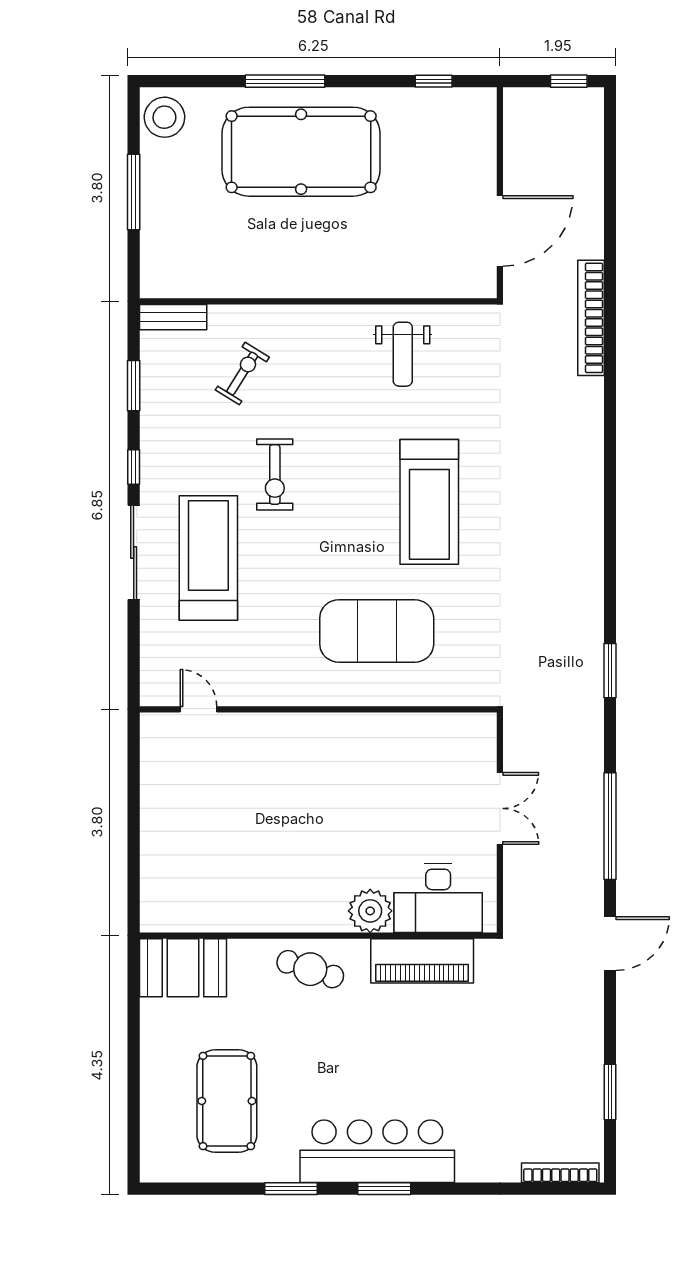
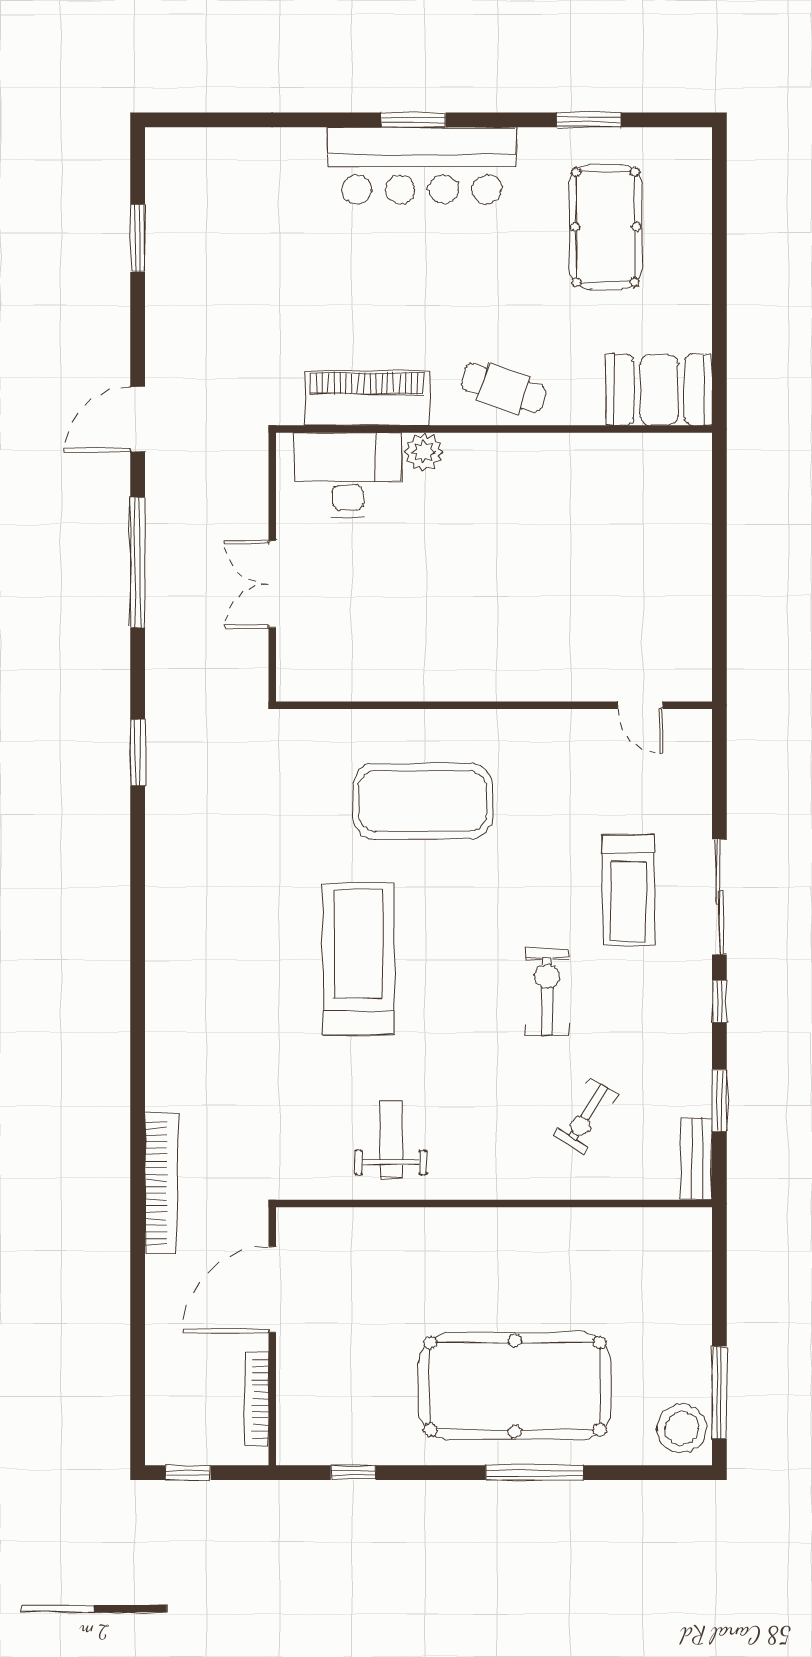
window: (134, 192) -> (719, 1393), moved
bench: (173, 317) -> (697, 1159), moved, turned 90
treadmill: (208, 558) -> (628, 890), width x0.73, depth x0.73
plant: (370, 911) -> (424, 452), width x0.73, depth x0.73
bookcase: (560, 1173) -> (257, 1399), moved, turned 90
window: (291, 1189) -> (589, 120), moved

